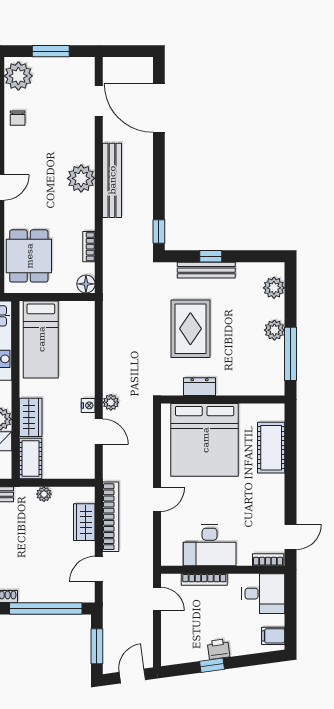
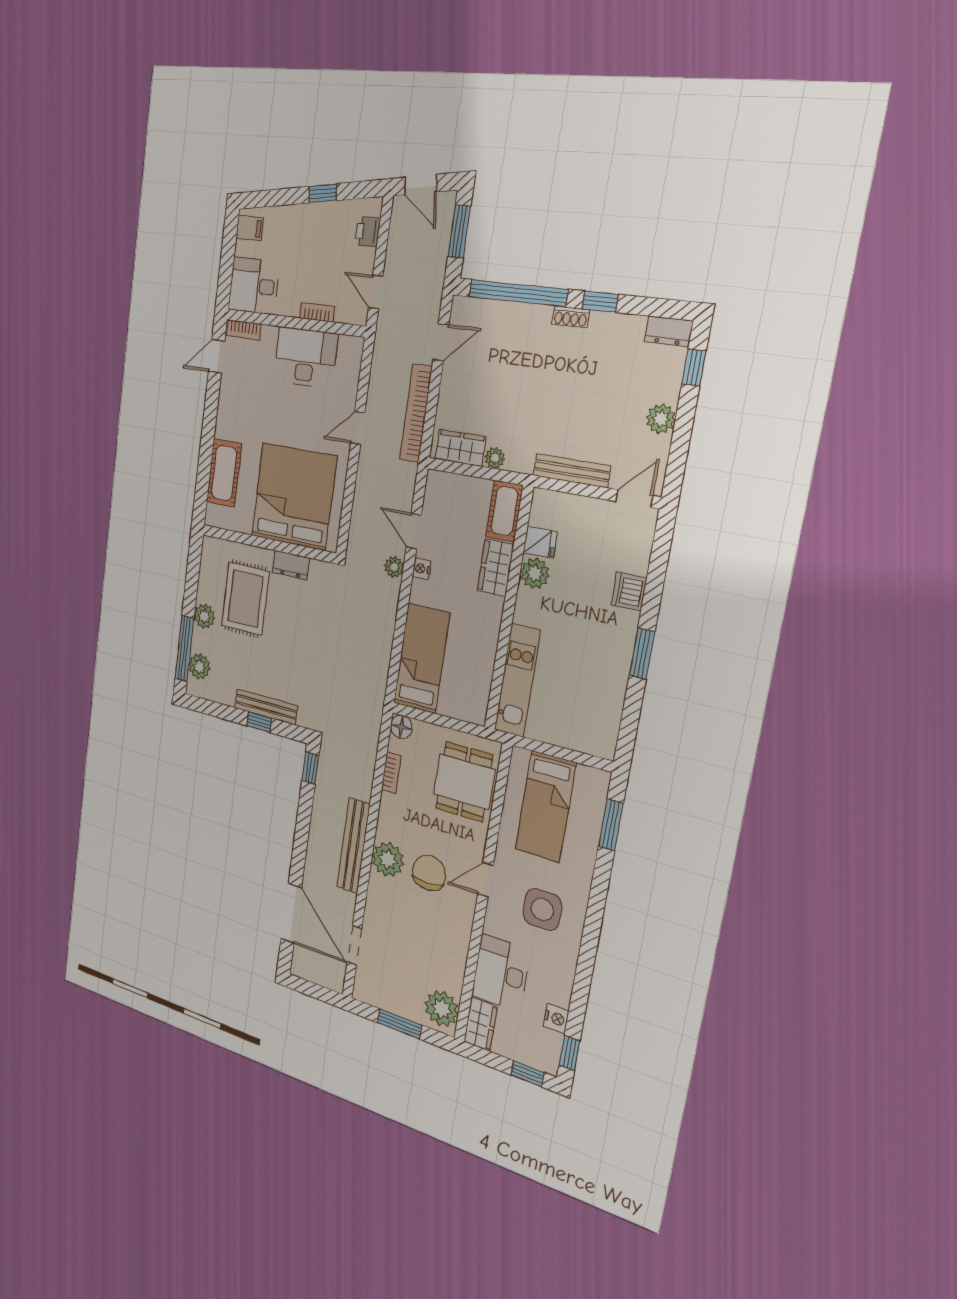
chair: (18, 118) -> (429, 873), moved, width x1.87, depth x1.87
rug: (190, 329) -> (245, 599), moved
bed: (41, 339) -> (422, 658), moved
window: (290, 354) -> (184, 649), moved
wardrobe: (84, 522) -> (460, 448), moved, turned -90
bookcase: (204, 580) -> (317, 312), width x0.64
printer: (218, 649) -> (368, 232), moved, turned 98
door: (132, 676) -> (421, 185), hinge flipped

